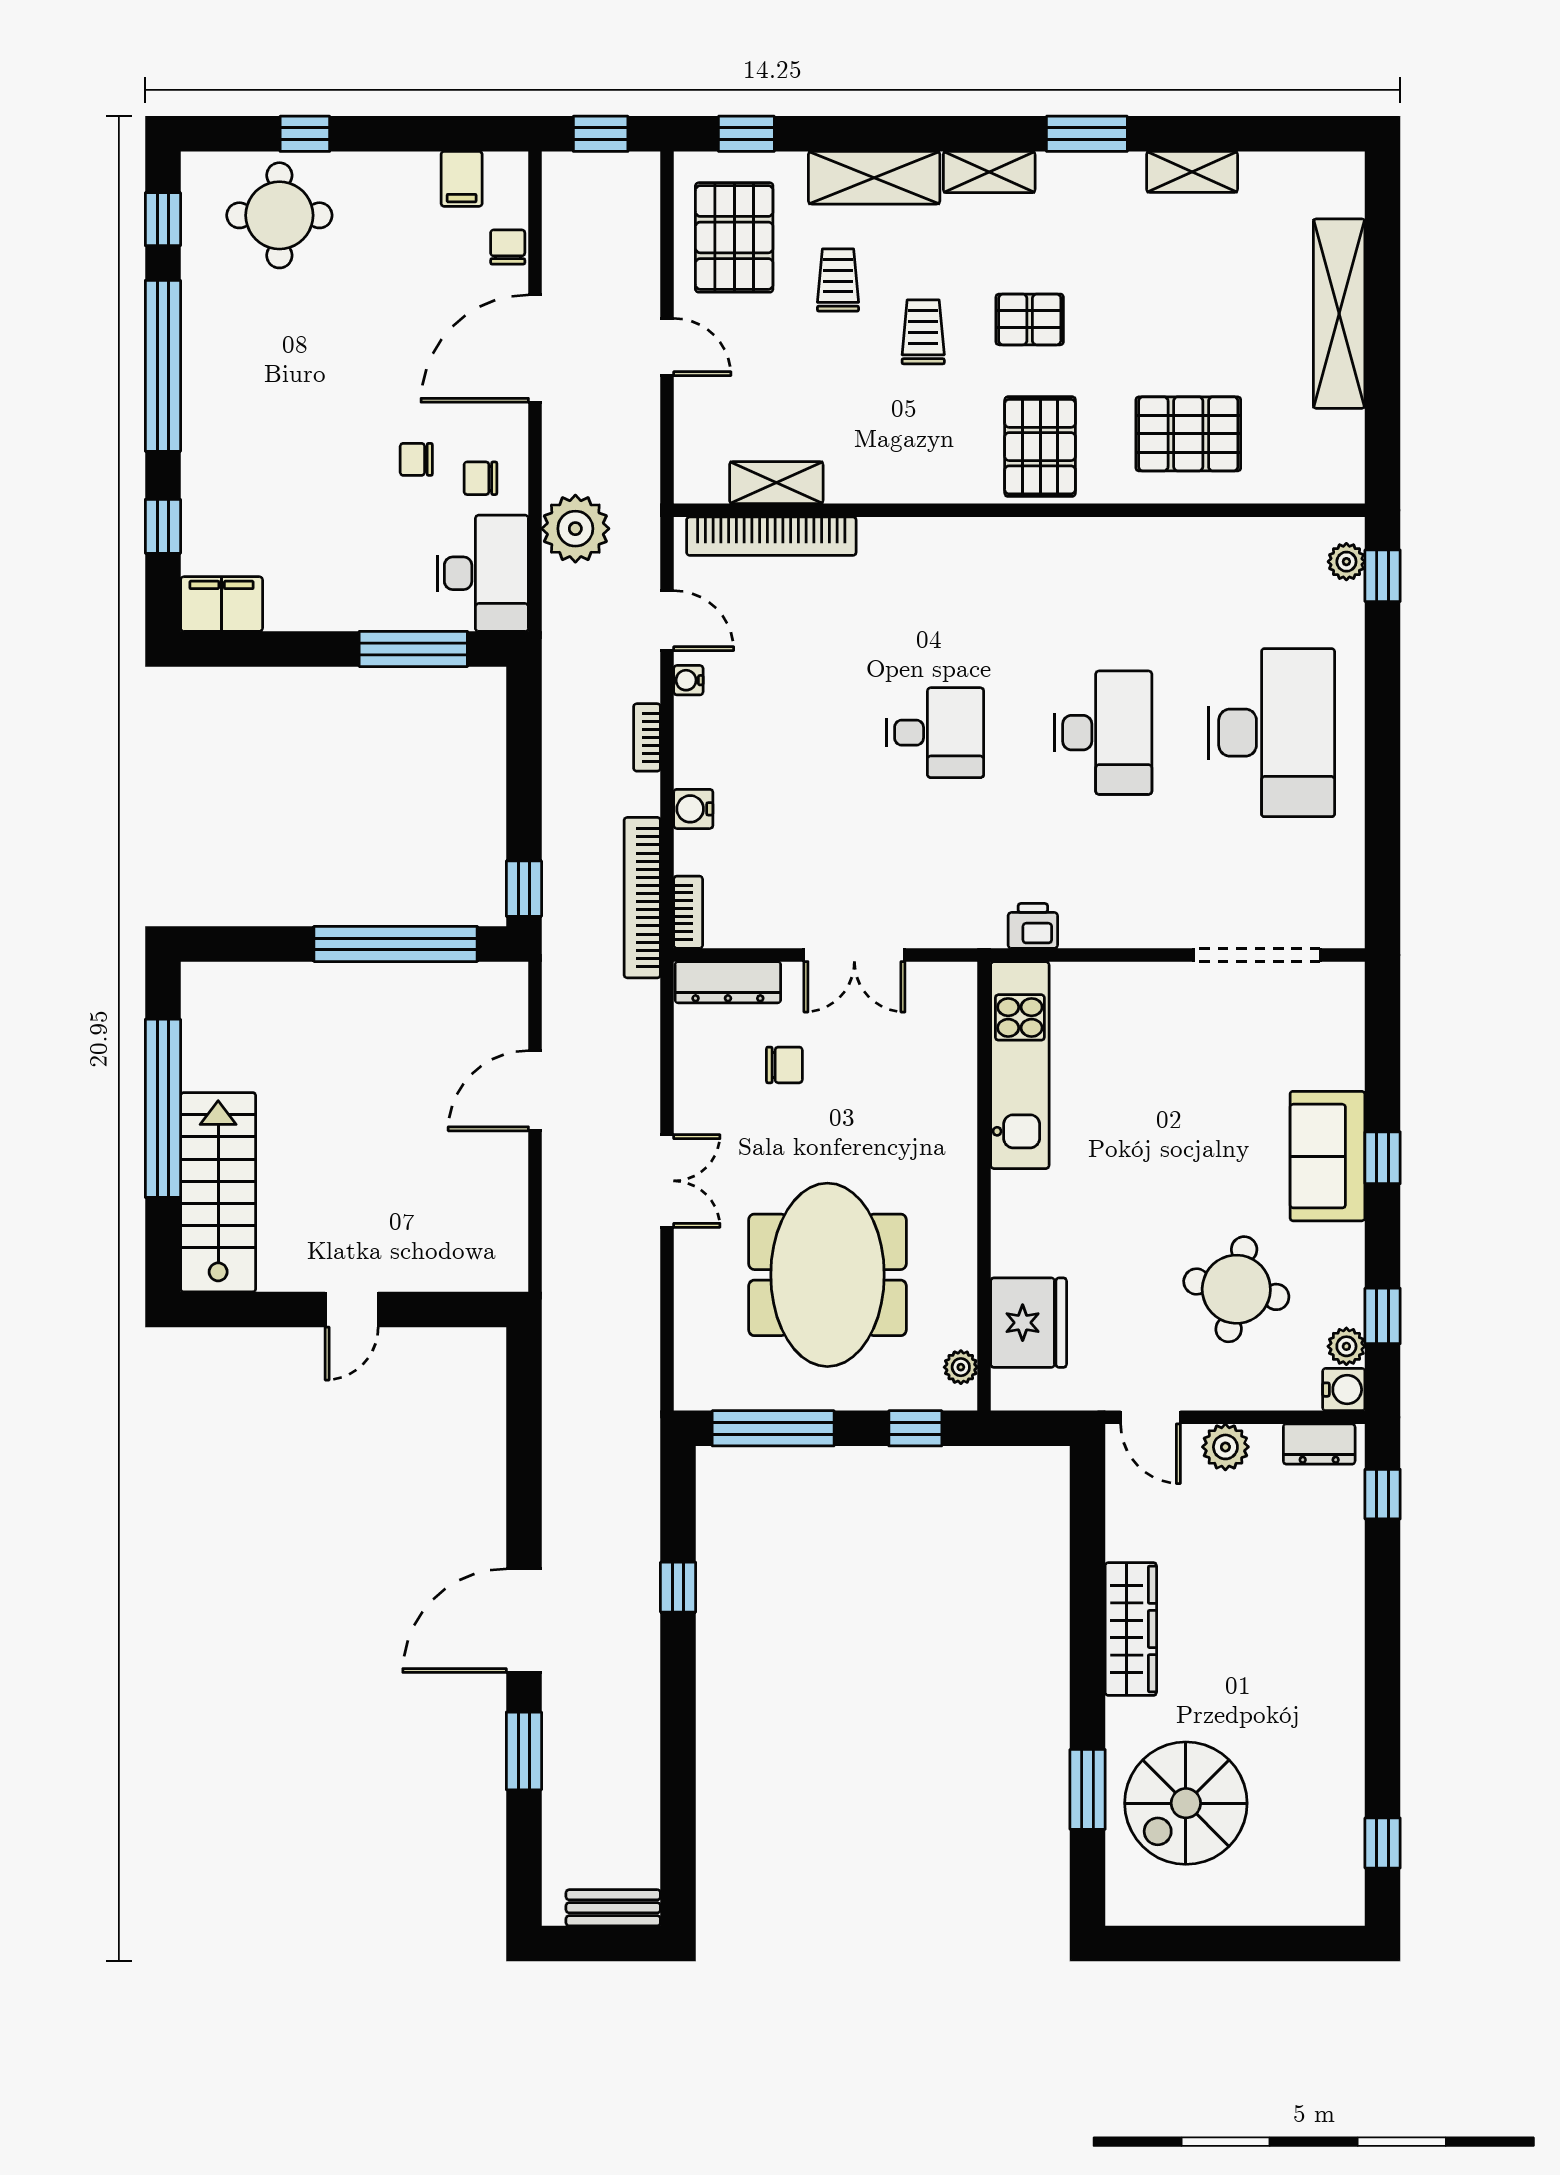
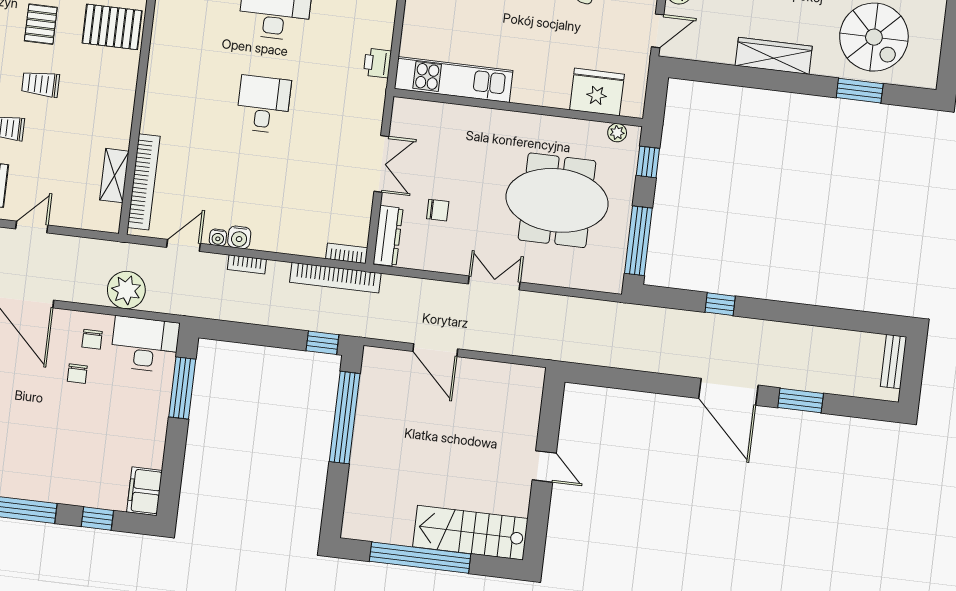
water cooler: (693, 809) -> (239, 237), moved
chair: (784, 1065) -> (438, 210), turned 90

